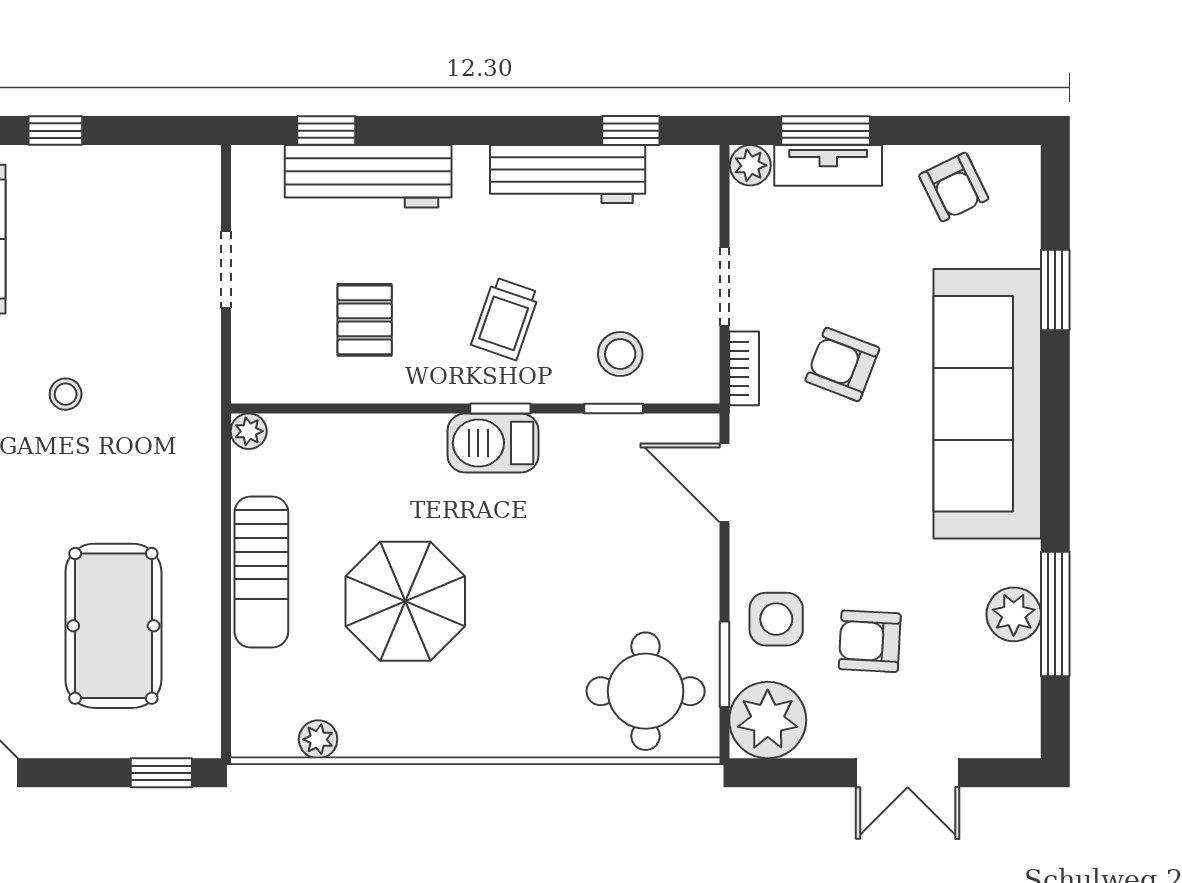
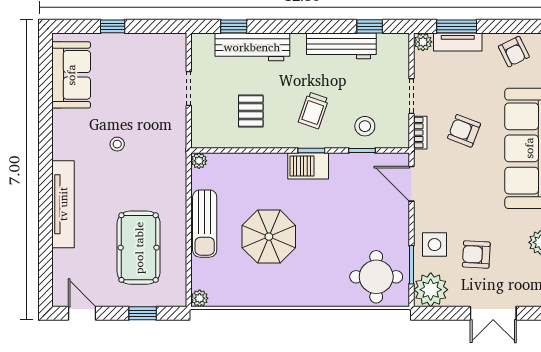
plant: (318, 739) -> (200, 298), moved
window: (161, 773) -> (143, 313), moved

